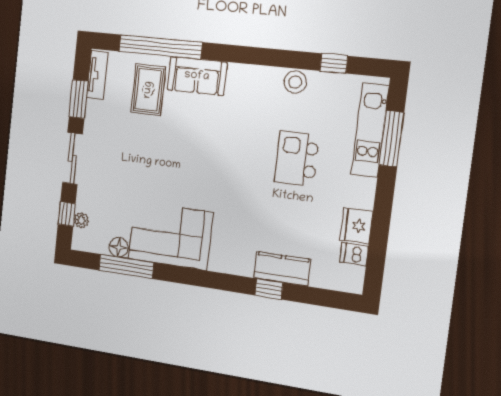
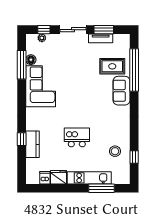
tv unit: (97, 75) -> (101, 38), moved
stool: (295, 82) -> (115, 151), moved
kitchen unit: (370, 130) -> (89, 178), moved
kitchen island: (297, 159) -> (77, 137), moved

